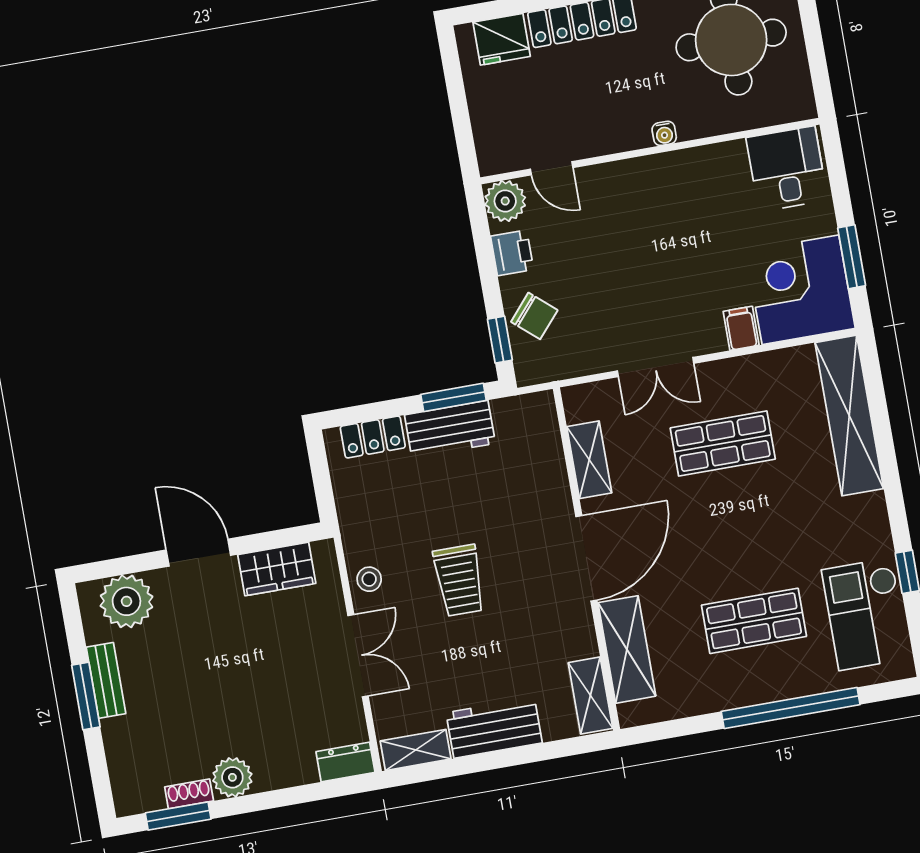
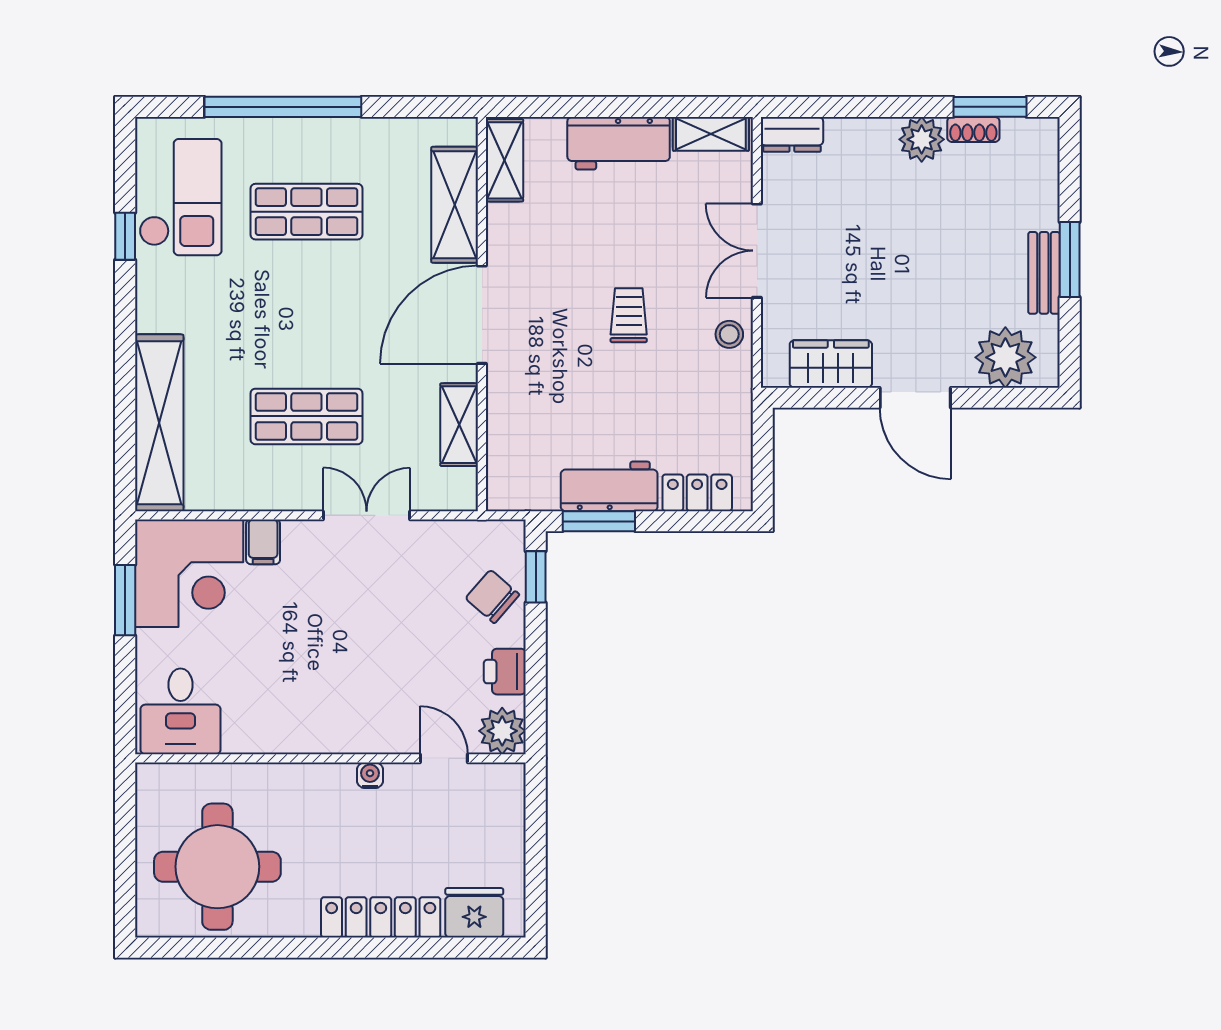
water cooler: (664, 133) -> (370, 775), moved
trolley: (459, 580) -> (629, 315), width x0.73, depth x0.72

